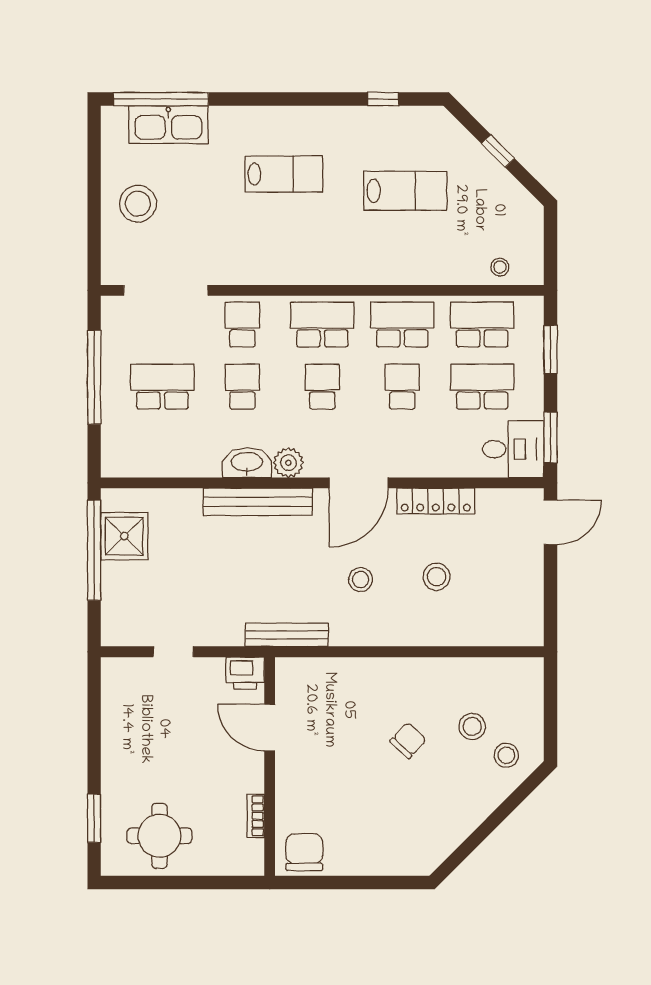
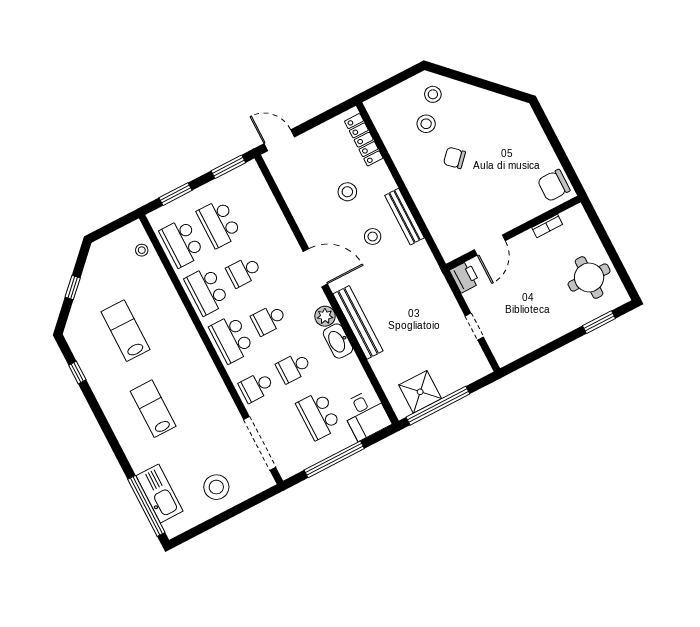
desk: (513, 449) -> (366, 415), moved, turned 180
locker: (436, 501) -> (364, 140), moved, turned 180
bench: (287, 635) -> (404, 217), moved

